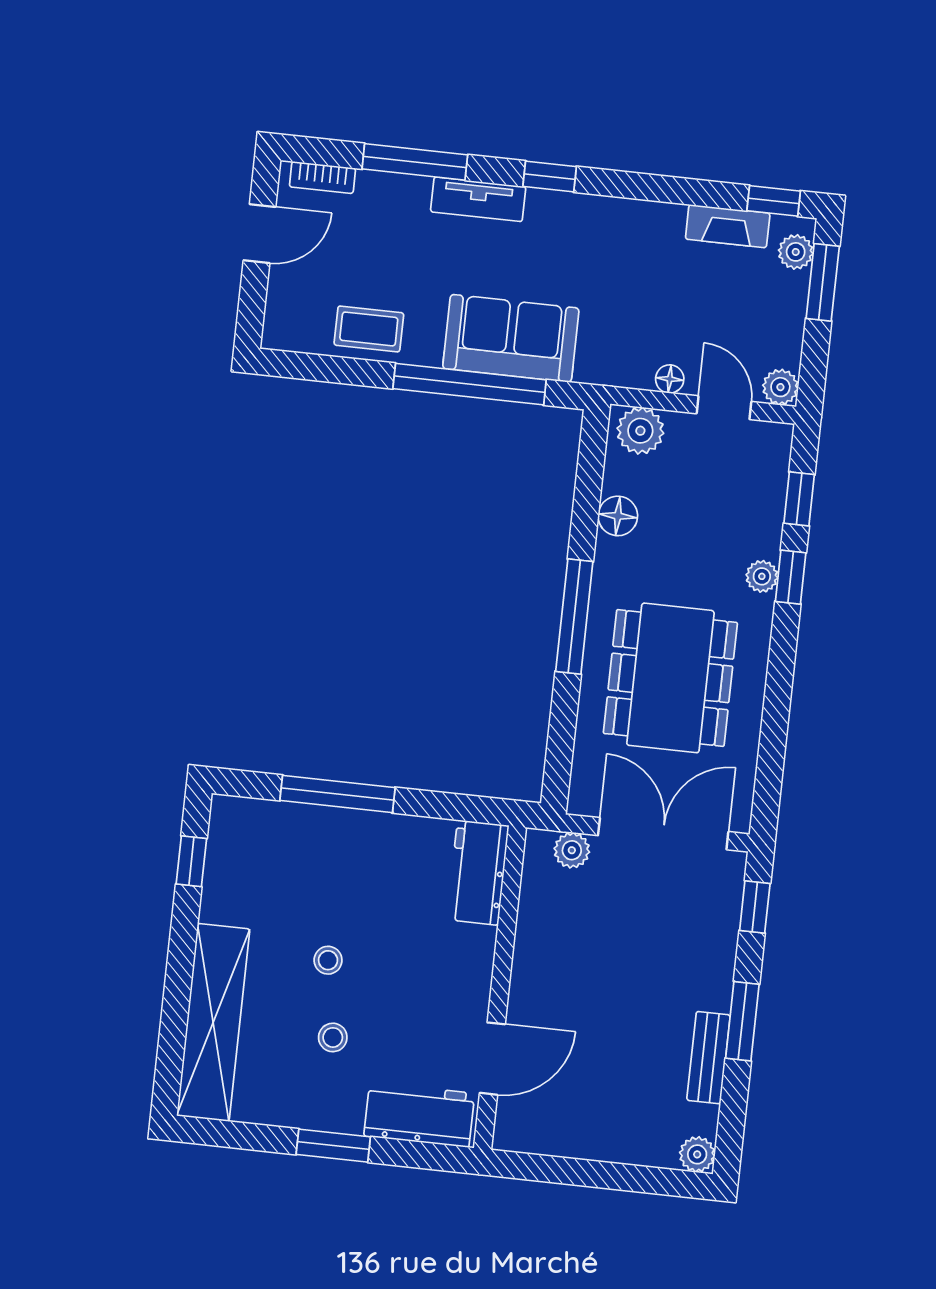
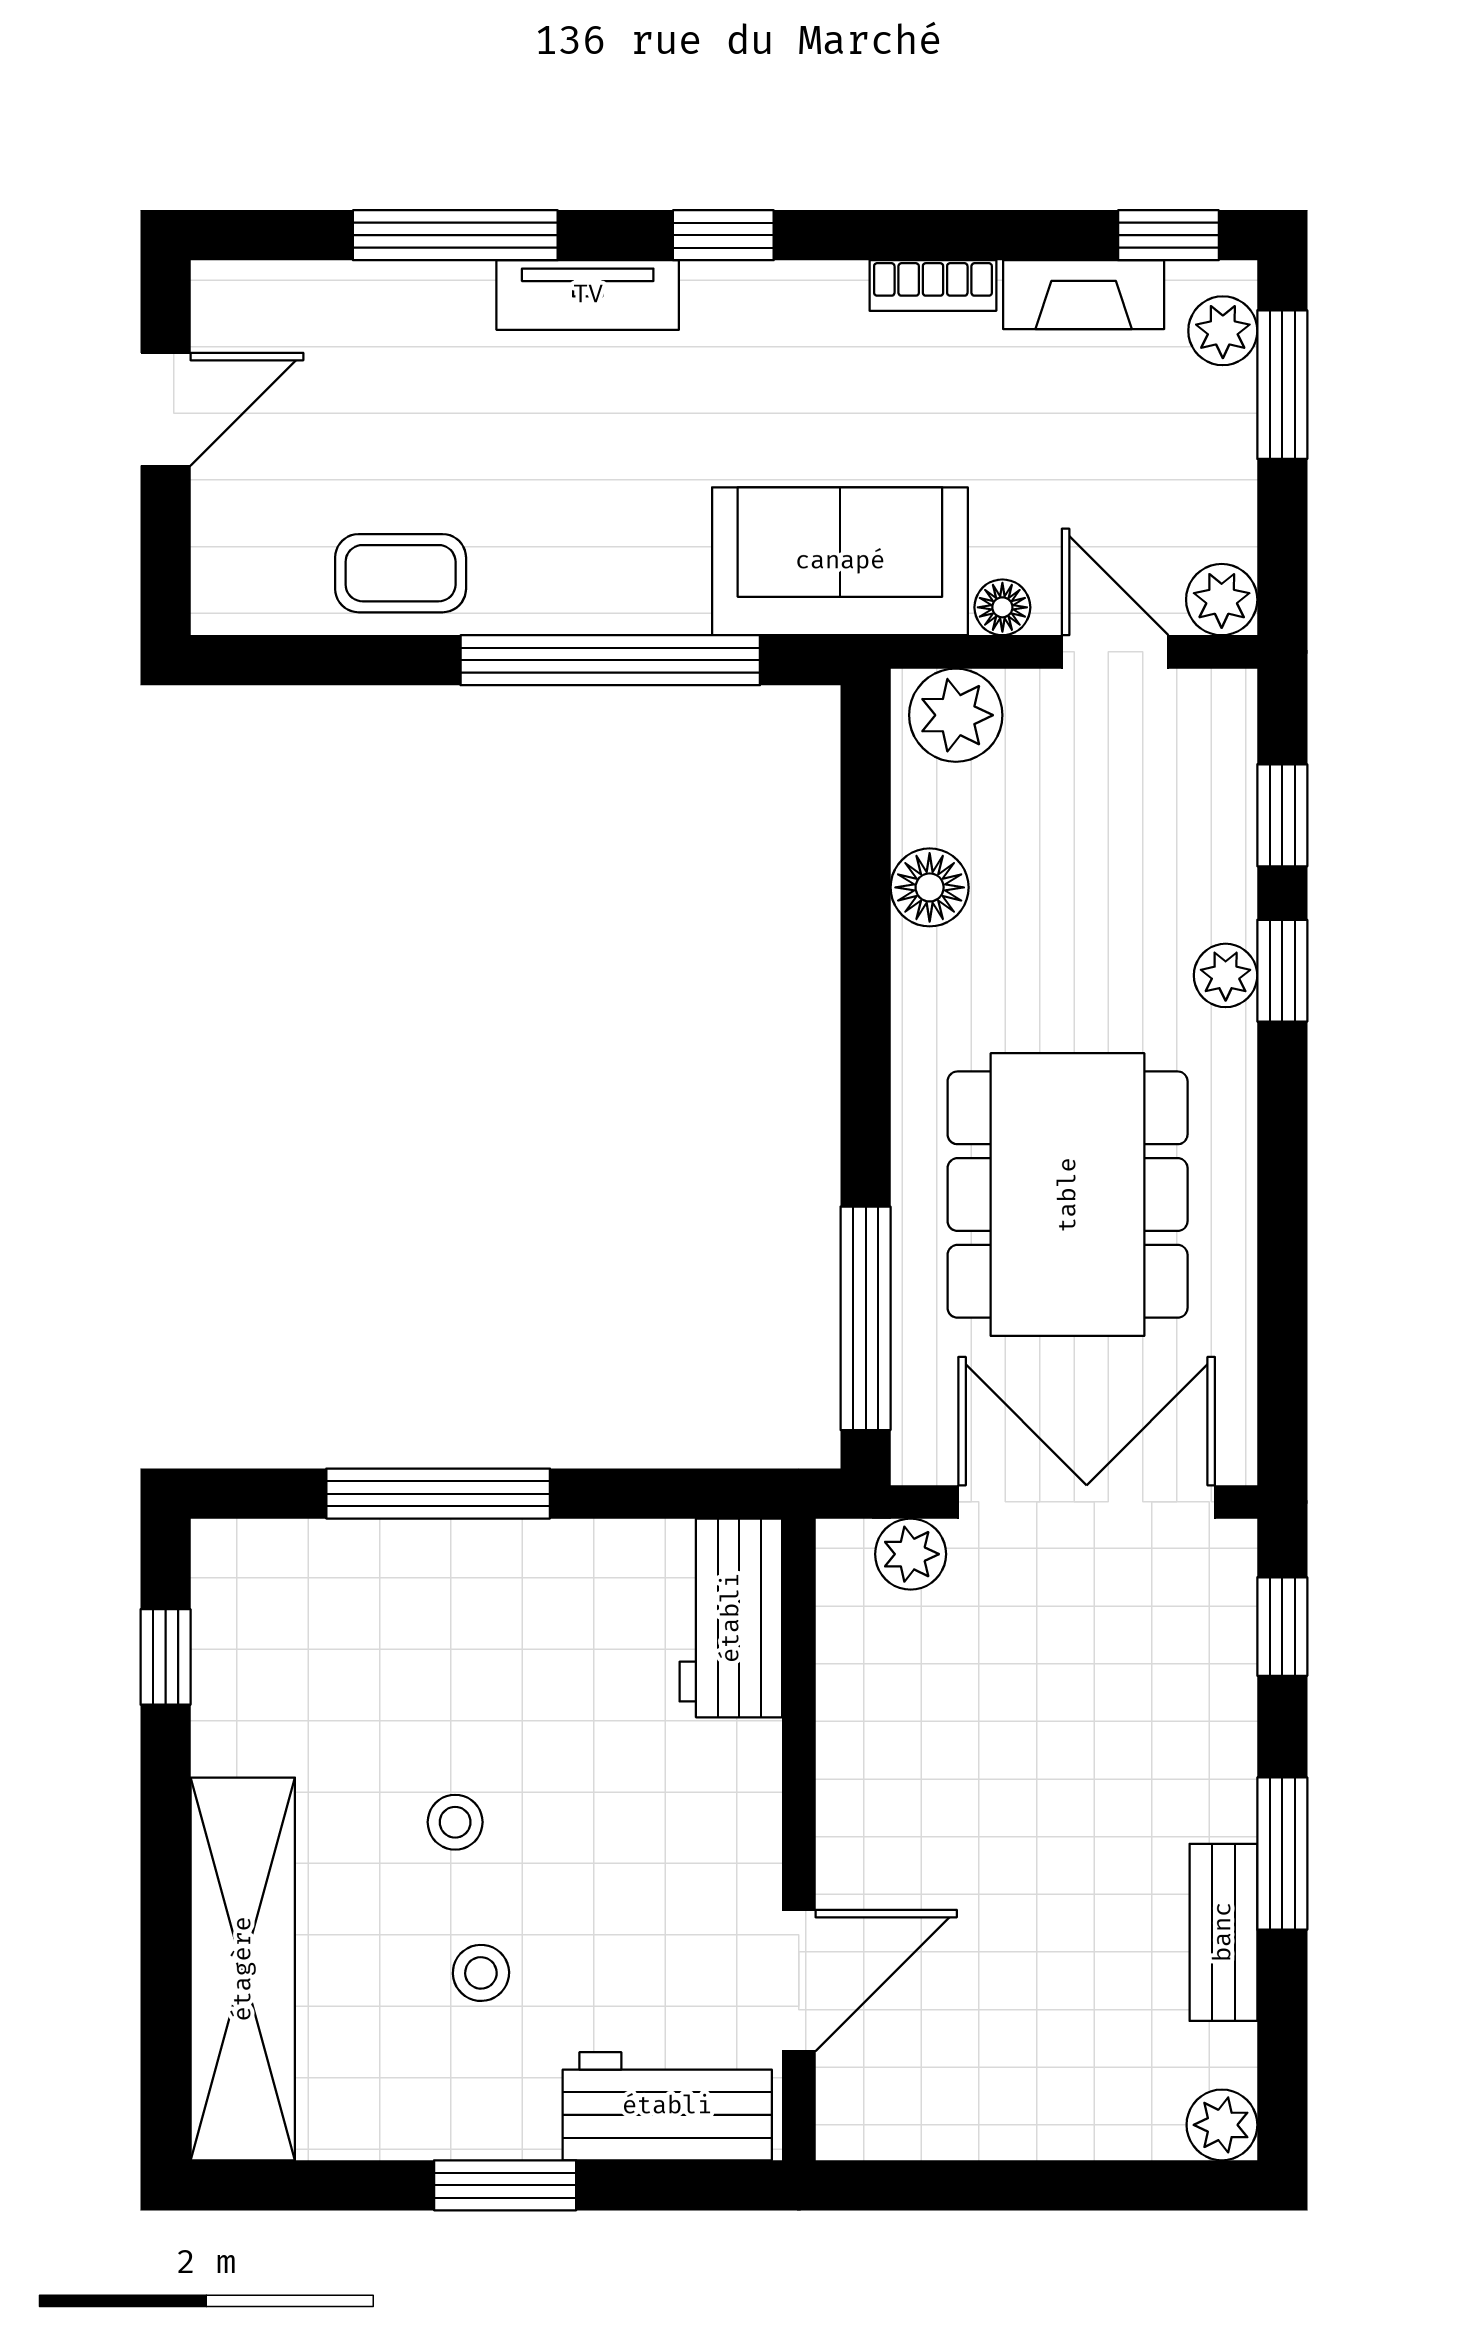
bookcase: (322, 177) -> (933, 286), moved
sofa: (511, 338) -> (840, 561), moved
window: (574, 616) -> (866, 1318), moved

